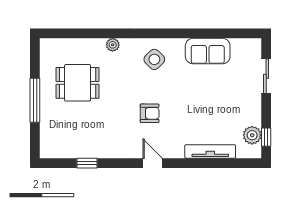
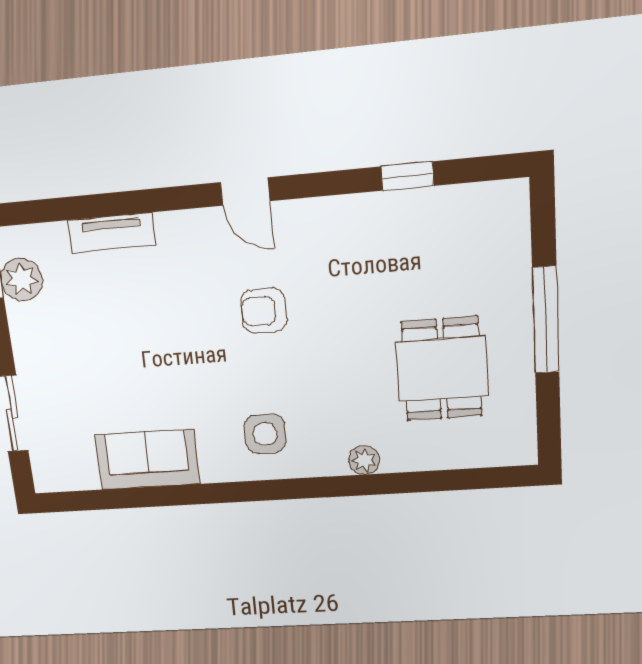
side table: (154, 59) -> (265, 434), turned 45
dining table: (78, 83) -> (442, 369), turned 90
tv unit: (210, 151) -> (112, 233), width x0.71

